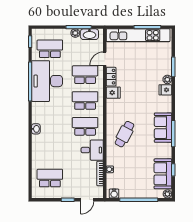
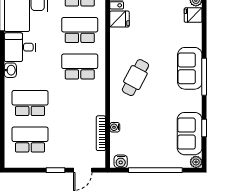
desk: (92, 150) -> (20, 47), moved, turned 180
school desk: (50, 152) -> (30, 103), added

